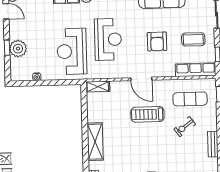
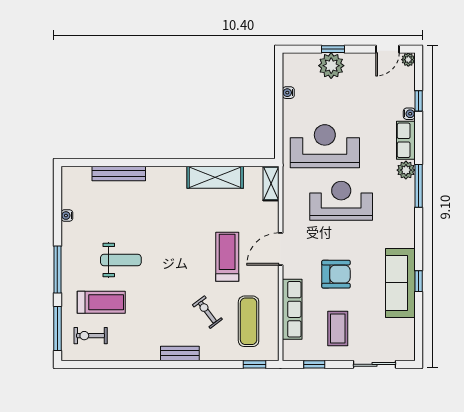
reception desk: (108, 39) -> (341, 201), turned 180
armchair: (157, 42) -> (336, 274), turned 180
row of seats: (196, 70) -> (292, 309), moved
shelving: (95, 142) -> (215, 177), moved

